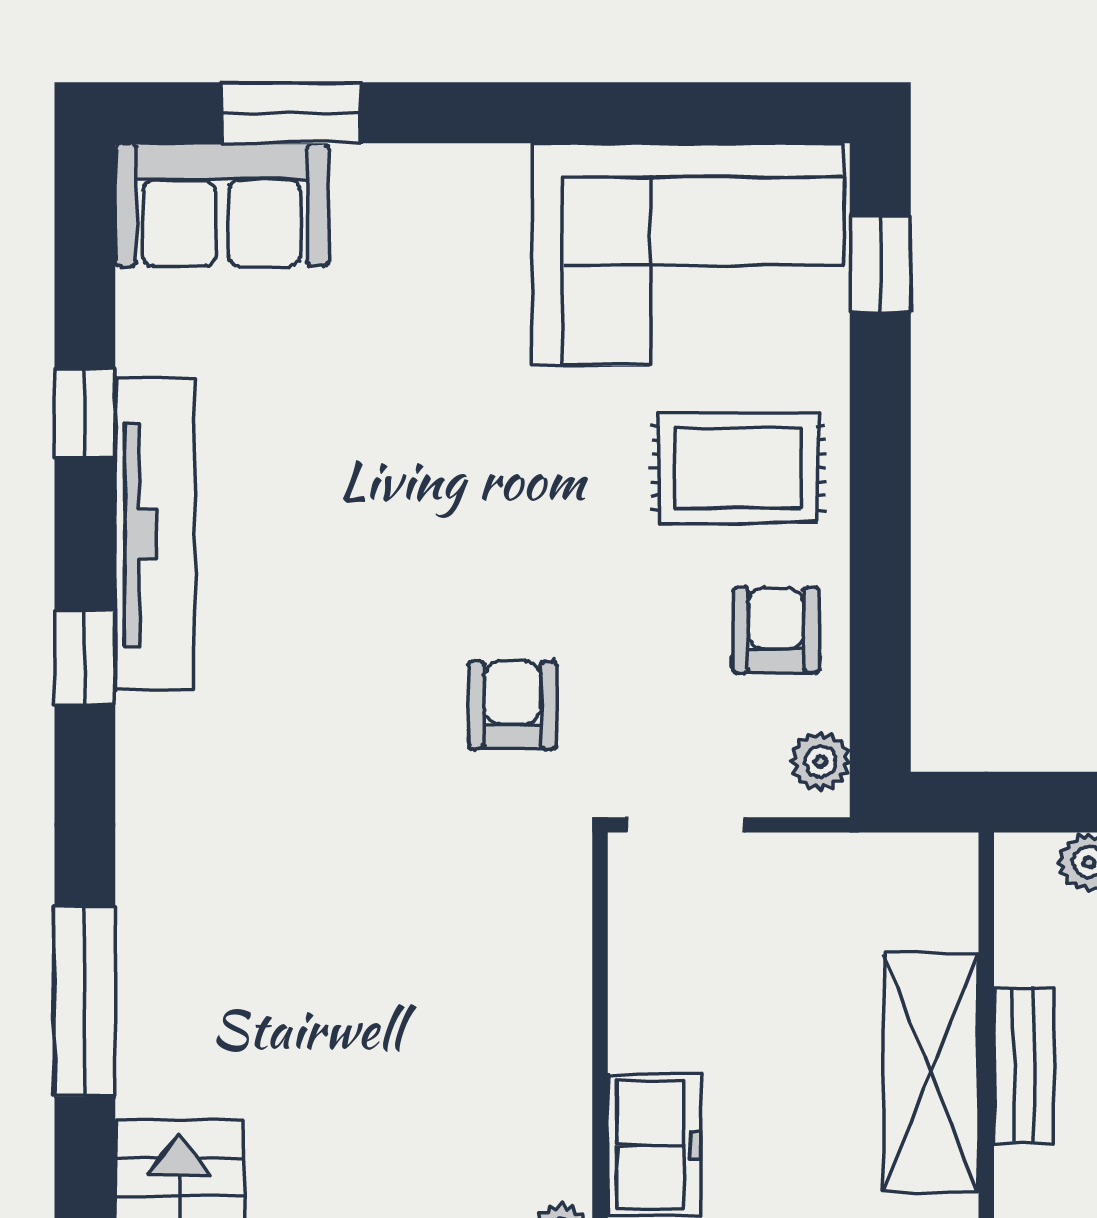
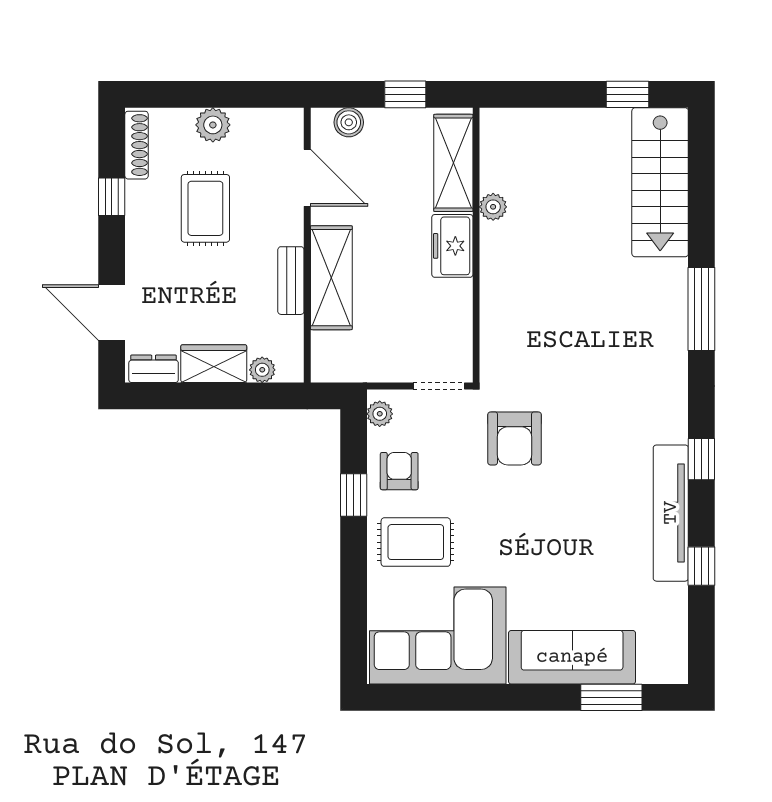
sofa: (222, 205) -> (572, 657), moved, width x1.36
window: (880, 263) -> (354, 495), moved
armchair: (776, 630) -> (399, 471), turned 180
armchair: (512, 705) -> (515, 438), width x1.38, depth x1.38

